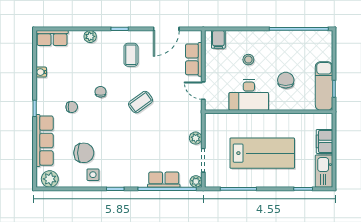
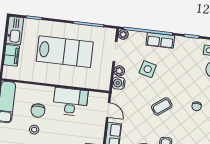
stool: (248, 60) -> (34, 130), moved
chair: (101, 92) -> (197, 106), moved
water cooler: (195, 124) -> (119, 83), added
side table: (162, 144) -> (148, 69), added
lab bench: (262, 153) -> (65, 52), turned 180
row of seats: (164, 180) -> (160, 40), moved

